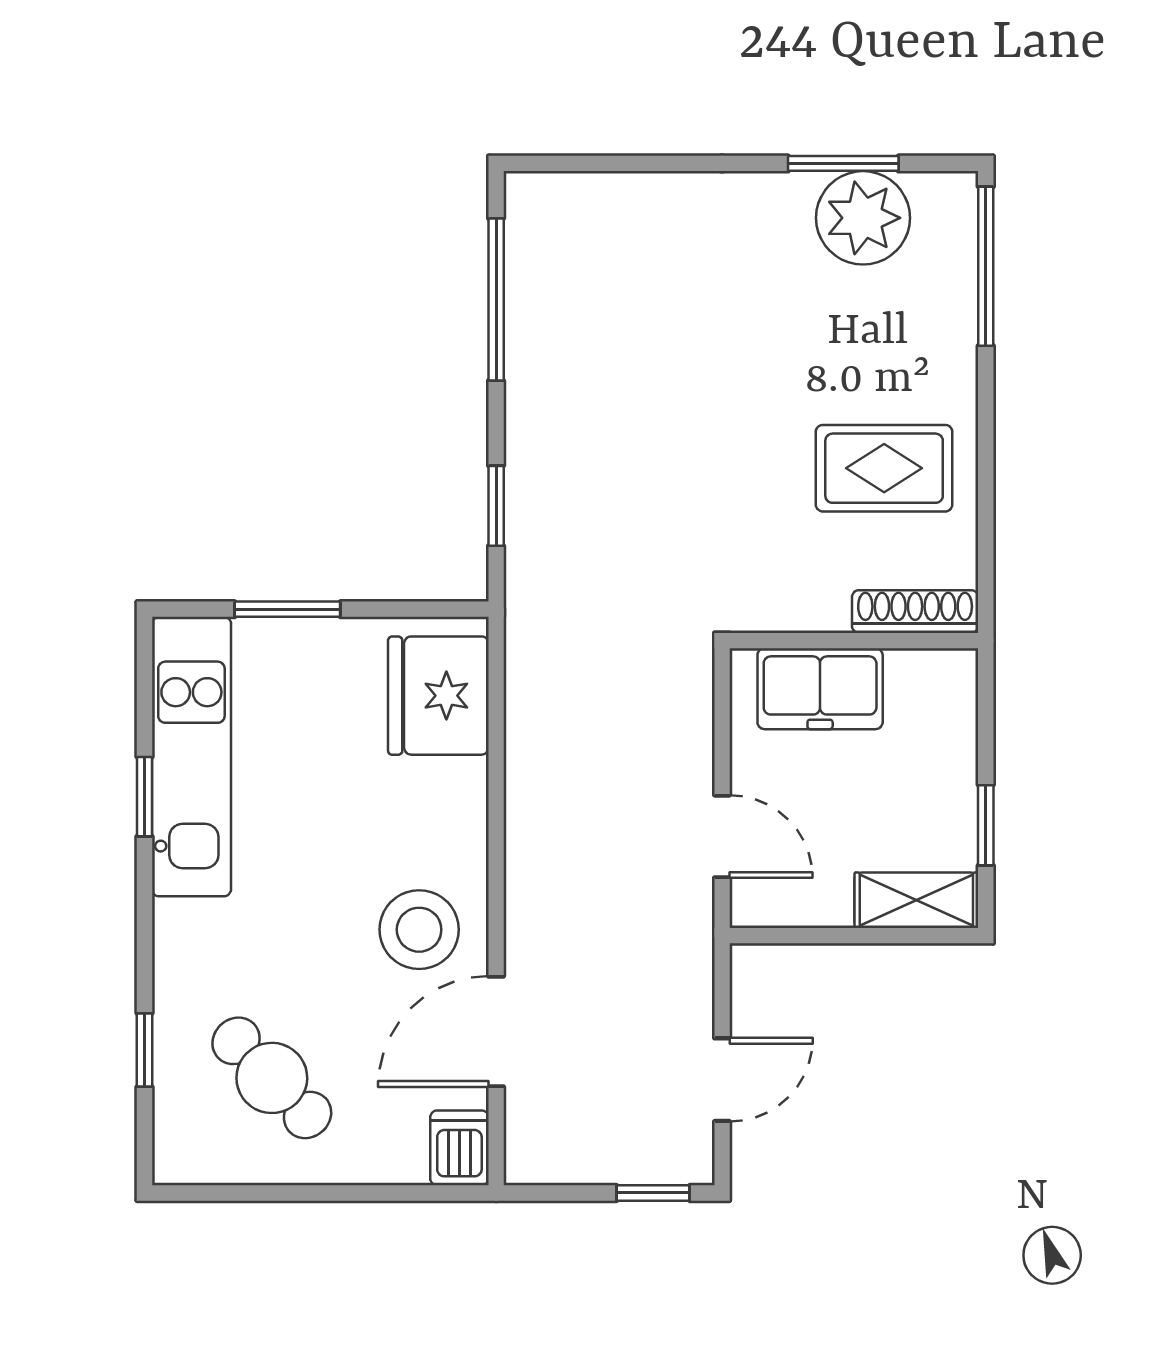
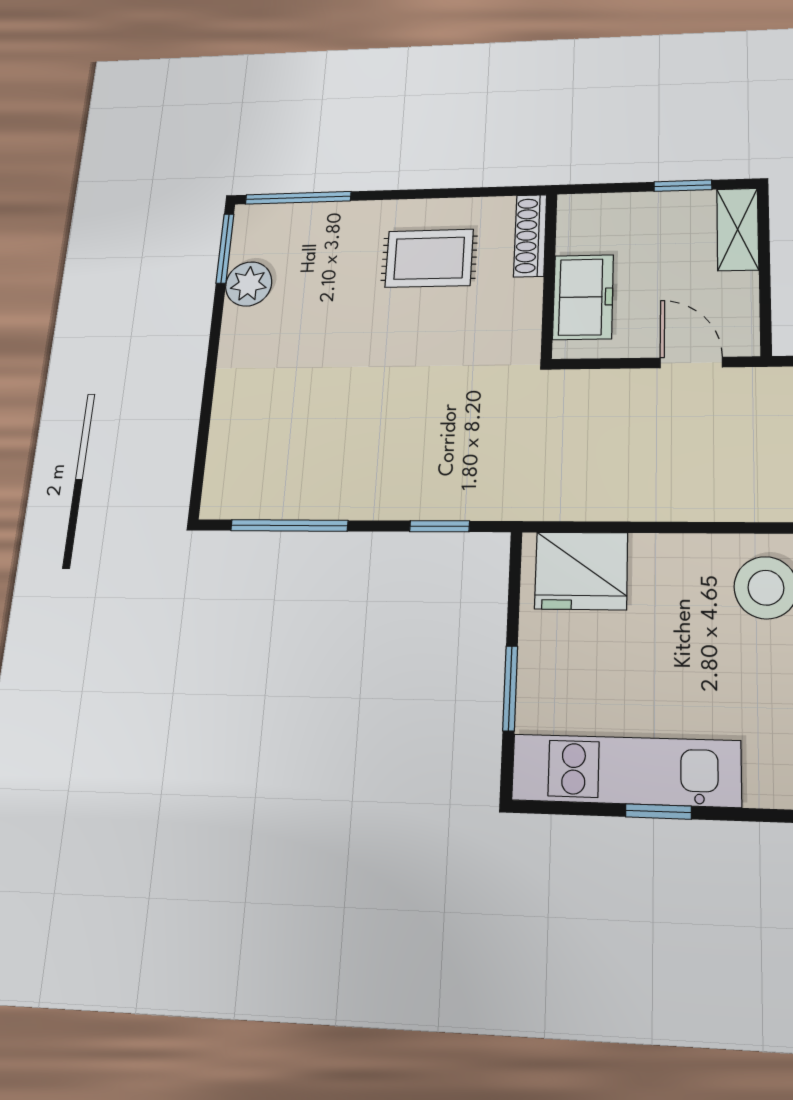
window: (843, 163) -> (225, 248), moved
plant: (863, 218) -> (249, 284), width x0.73, depth x0.73
rug: (884, 468) -> (429, 258), turned 90
door: (722, 836) -> (691, 362), hinge flipped

